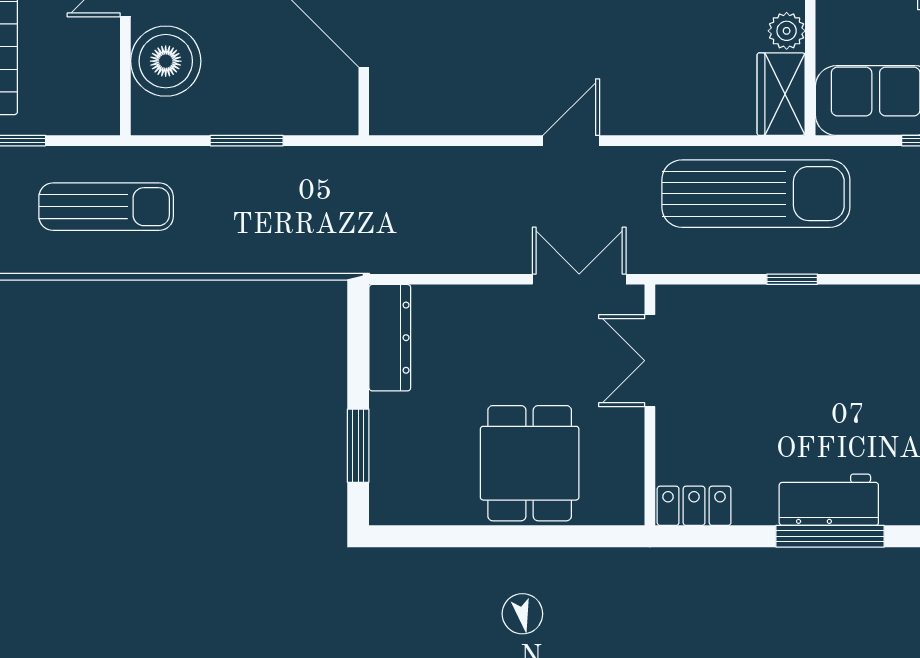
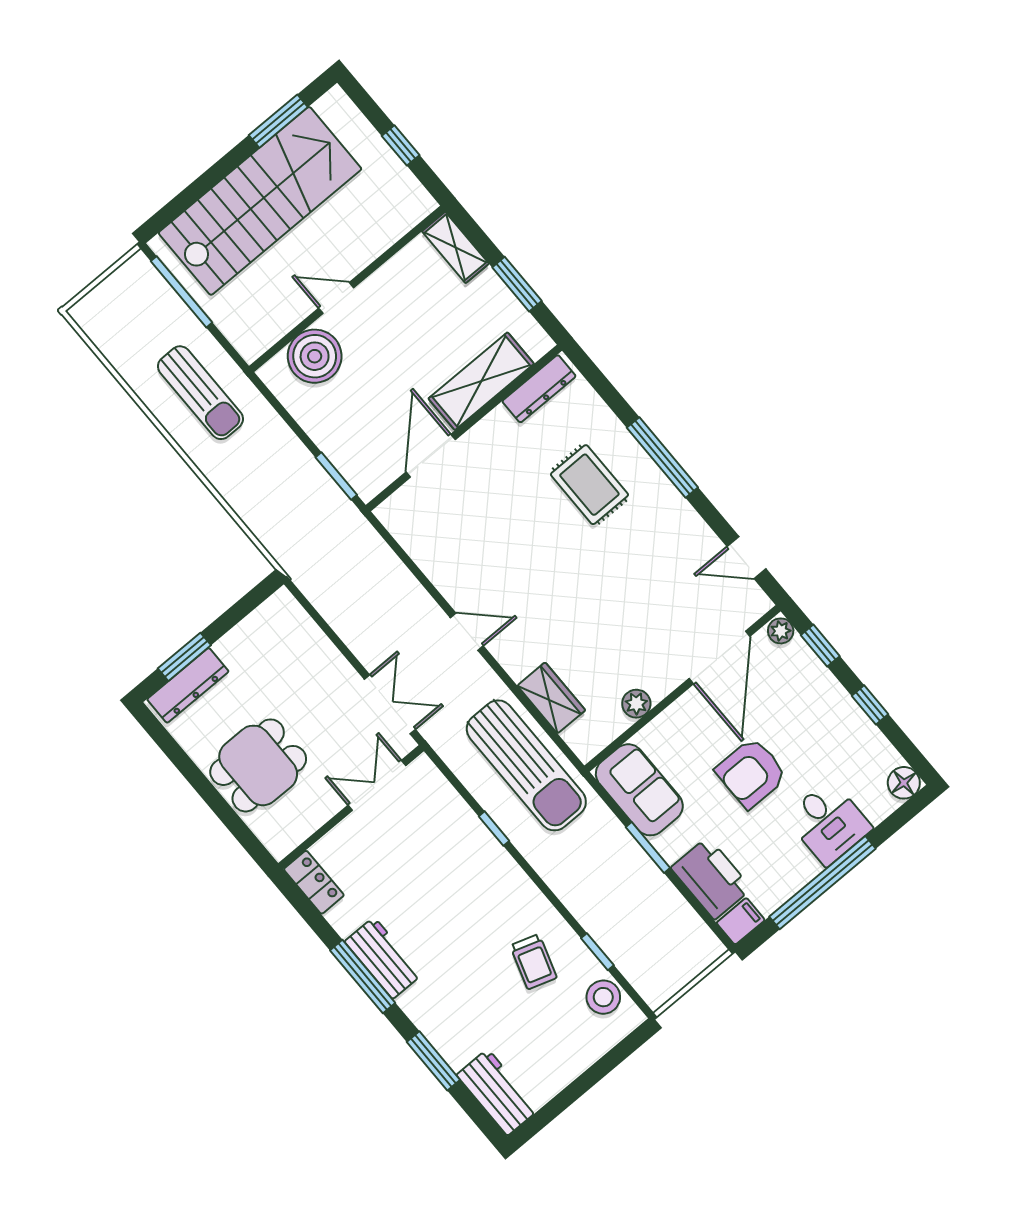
wardrobe: (781, 94) -> (551, 698), moved, turned 90
window: (247, 141) -> (336, 476), moved
dresser: (390, 338) -> (188, 685), moved

